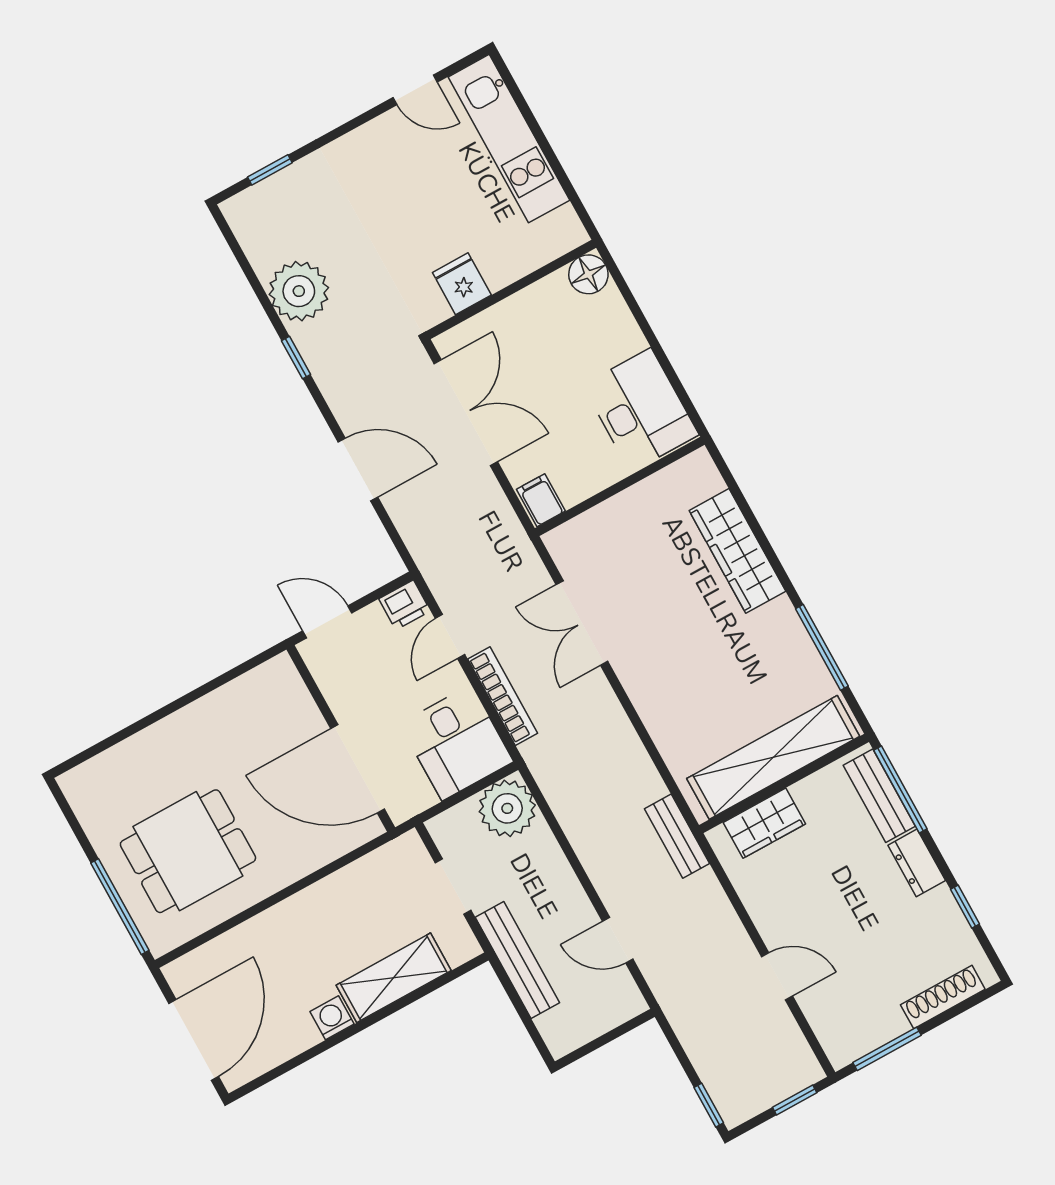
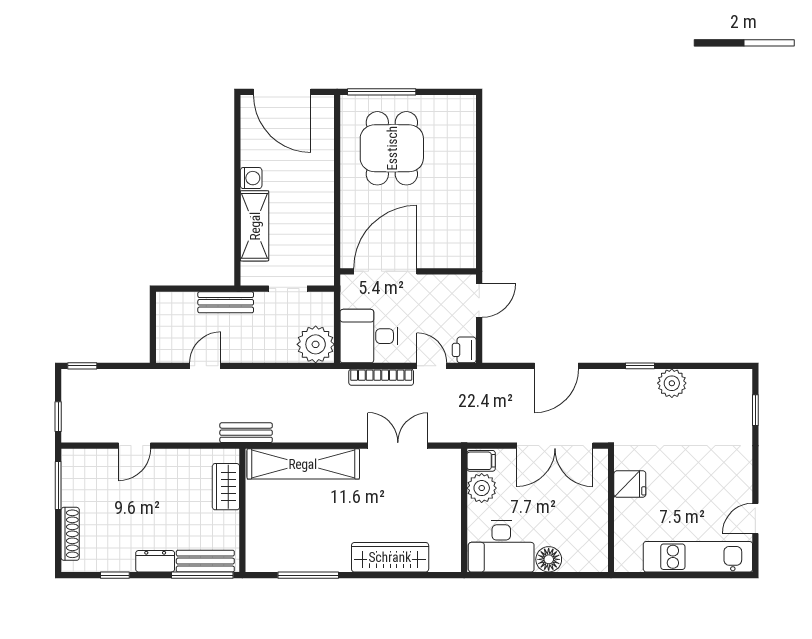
floor lamp: (588, 274) -> (549, 559), moved
plant: (299, 291) -> (672, 383), width x0.73, depth x0.73
plant: (577, 479) -> (482, 488), added
shelving: (773, 757) -> (303, 464), moved, turned 90
bench: (517, 960) -> (226, 302), width x0.73

